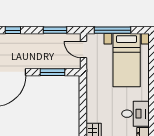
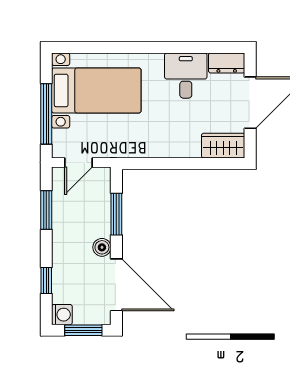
boiler: (33, 63) -> (102, 247), added

